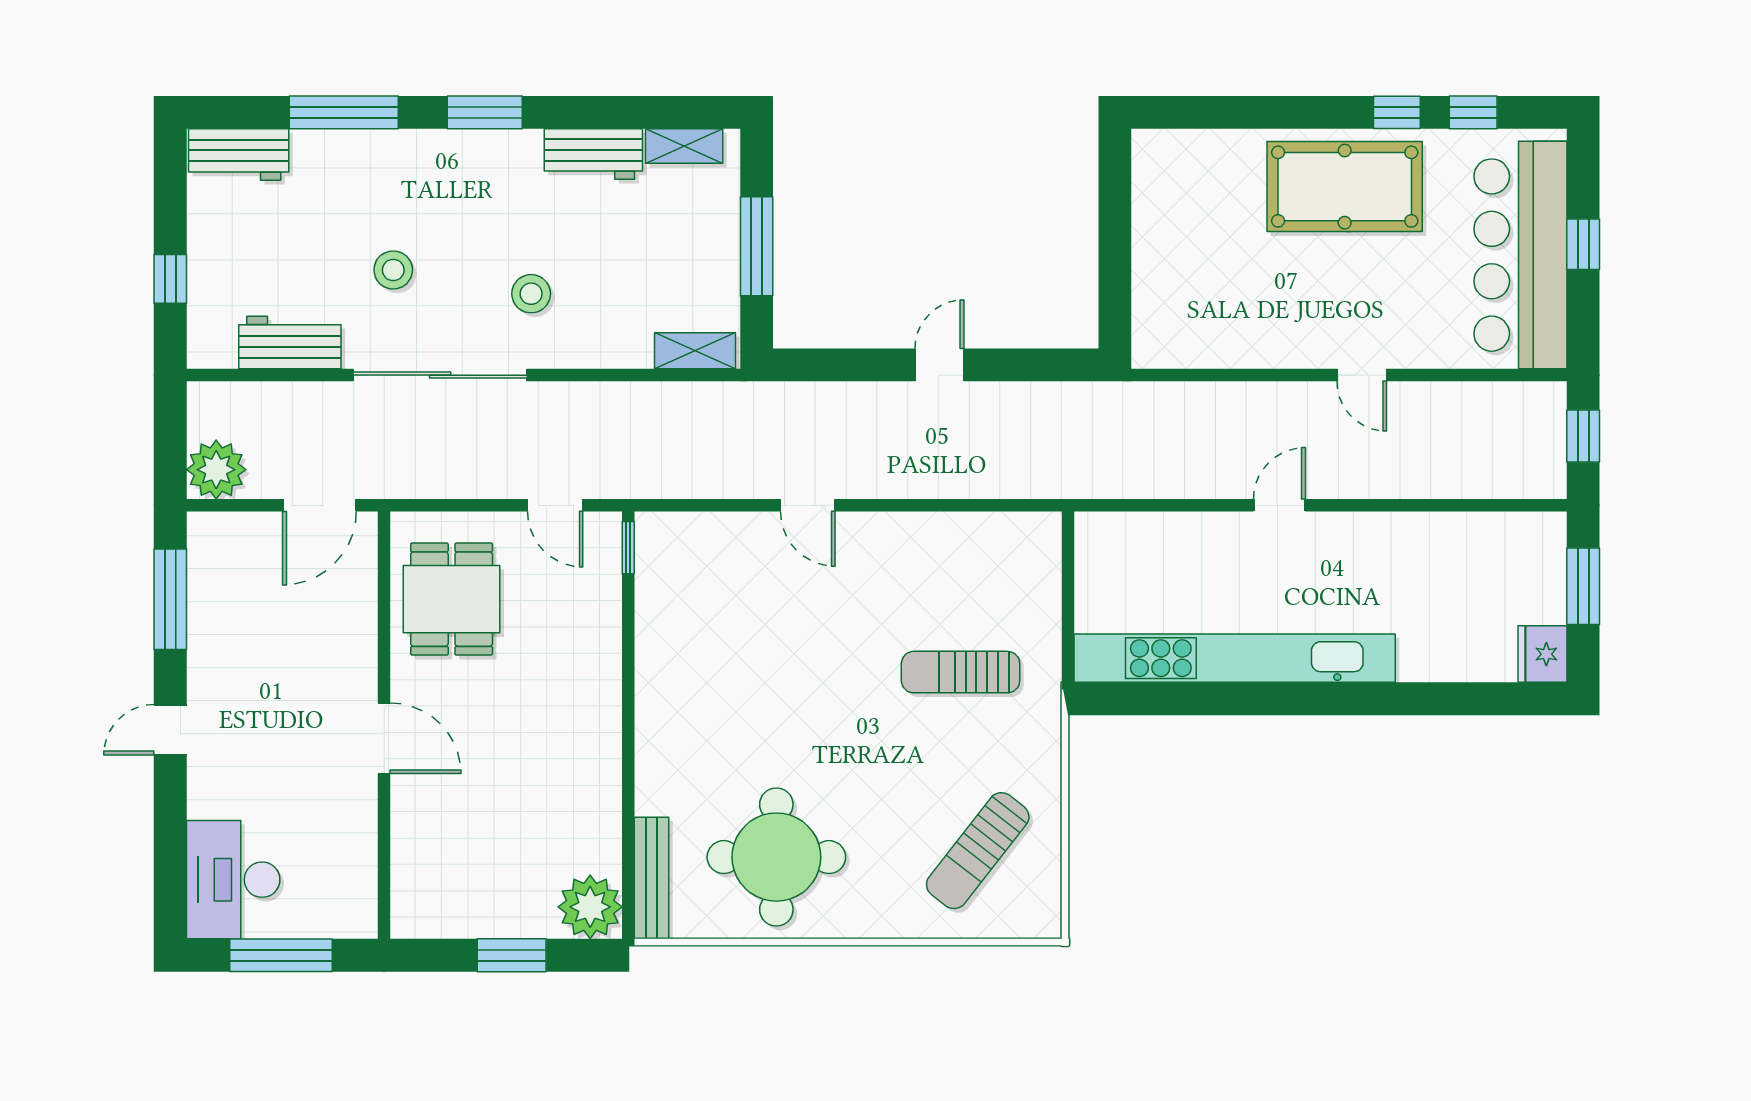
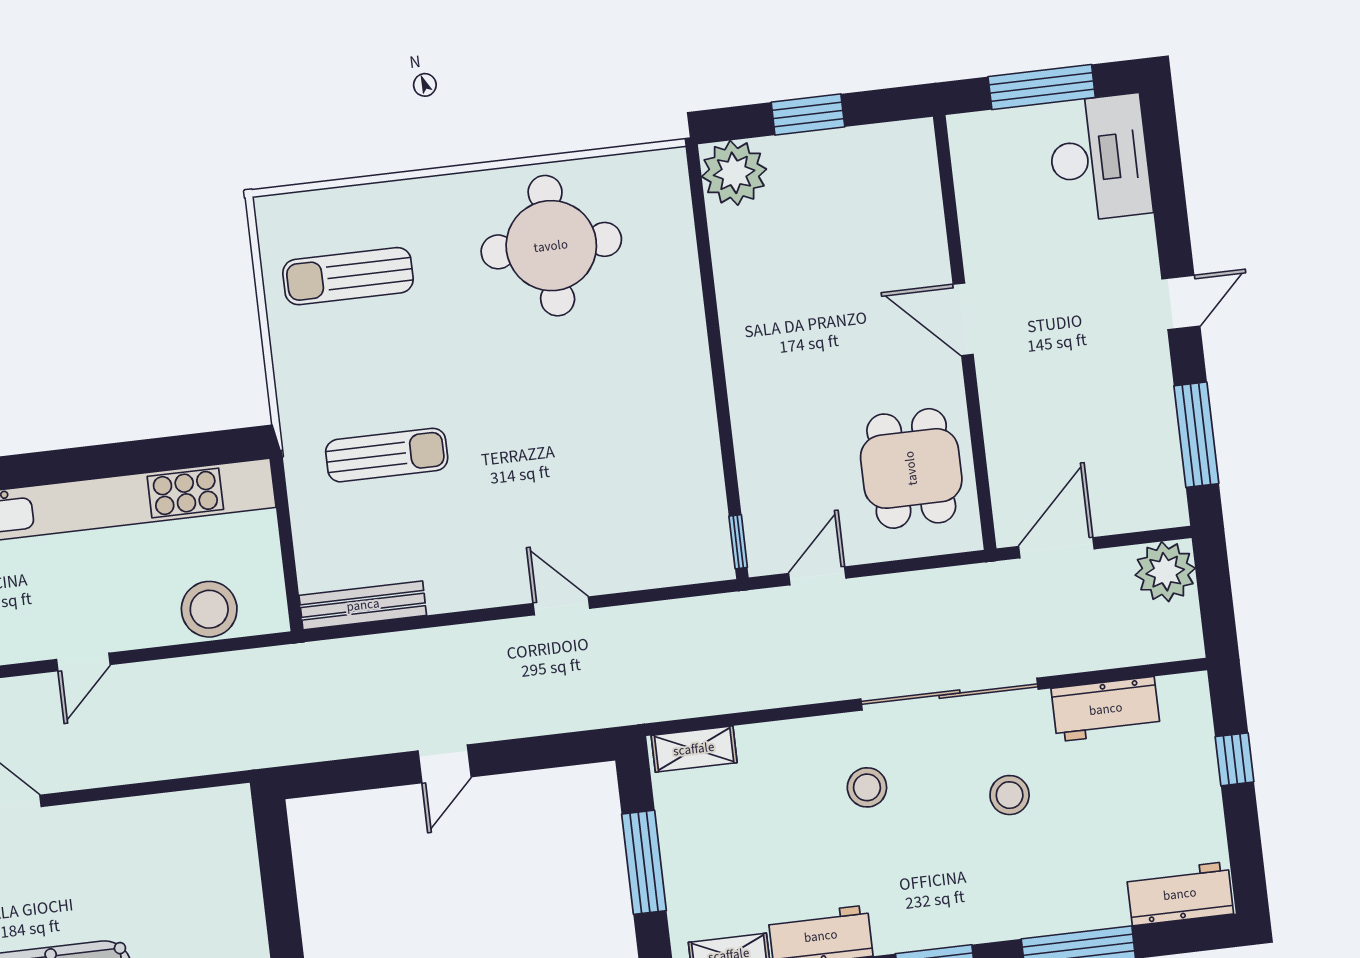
door: (555, 505) -> (817, 576), hinge flipped
stool: (1151, 542) -> (209, 609), added
sun lounger: (978, 851) -> (348, 276), turned -128
bench: (652, 878) -> (363, 605), moved, turned 90

